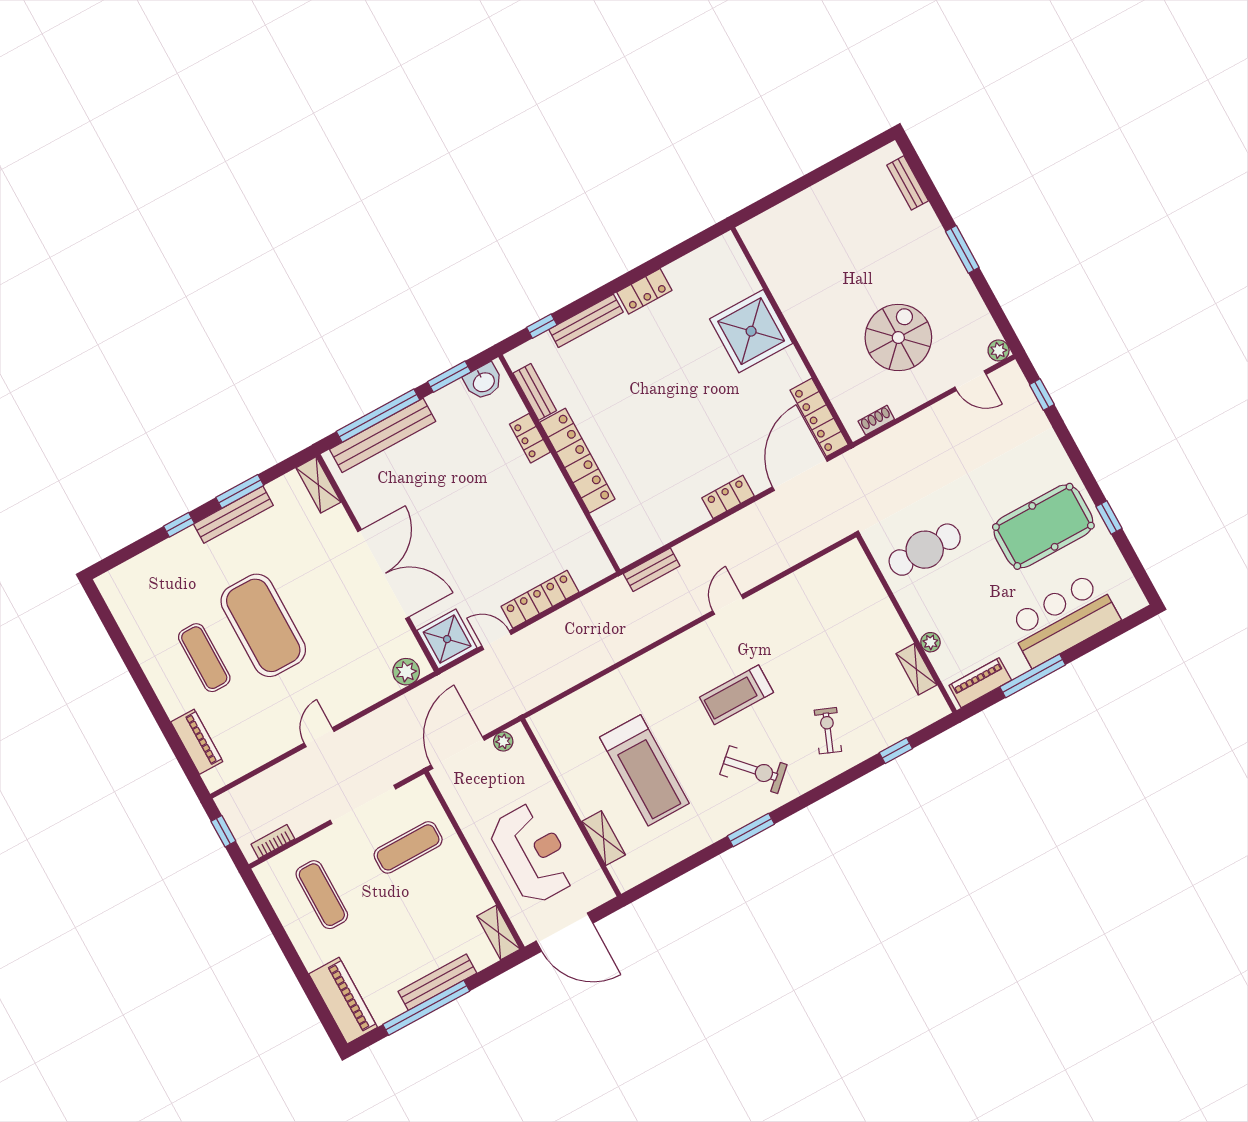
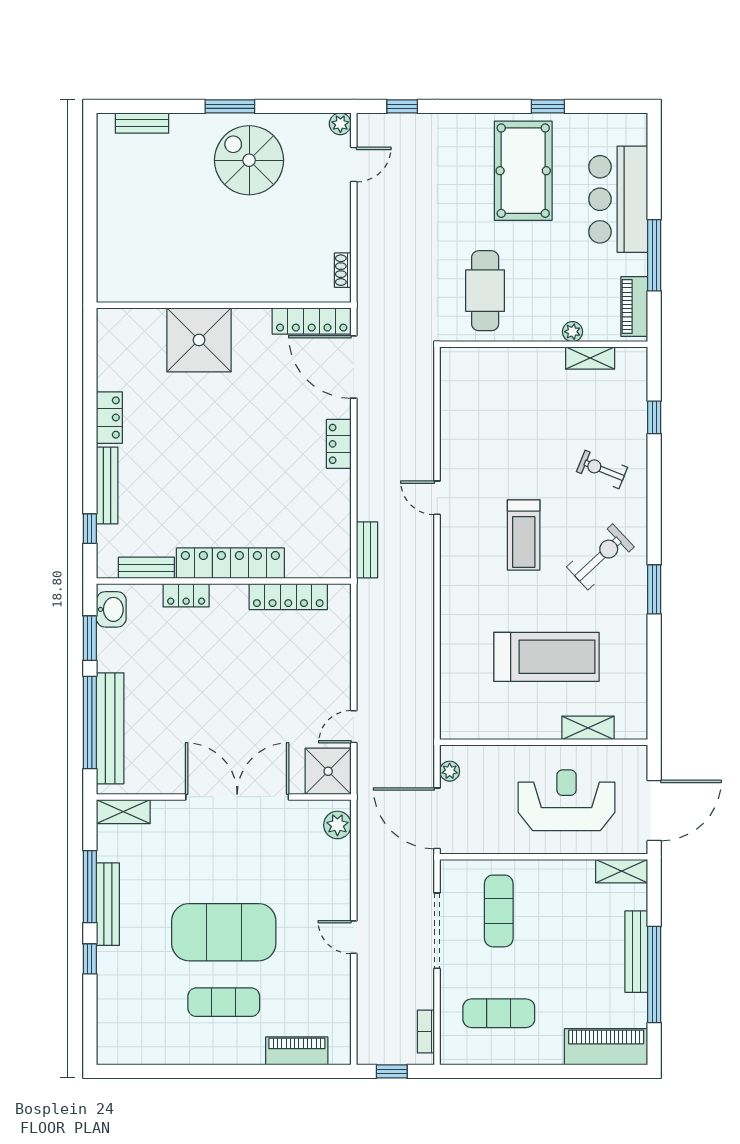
spiral stairs: (898, 338) -> (249, 160), moved
window: (240, 491) -> (90, 887), width x1.44
locker: (540, 599) -> (288, 597), moved, turned -90

